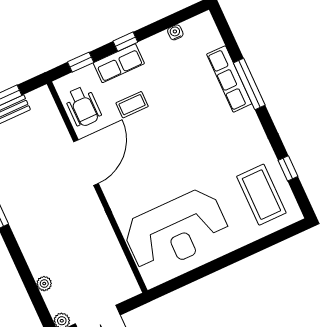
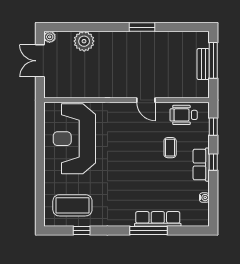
row of seats: (119, 63) -> (201, 165), moved
door: (86, 163) -> (146, 100), width x0.53
plant: (44, 284) -> (84, 41), width x1.88, depth x1.88

